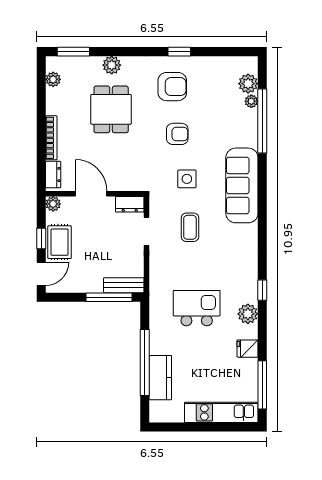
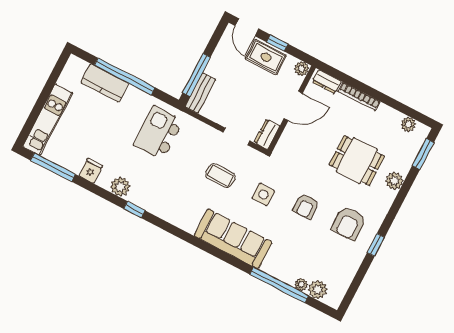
kitchen island: (197, 308) -> (158, 133), moved, turned 180

